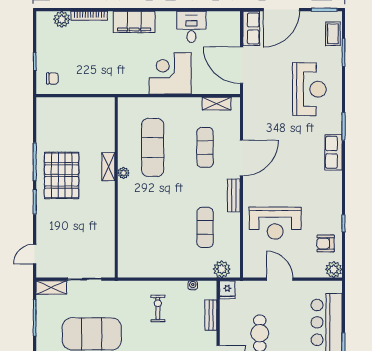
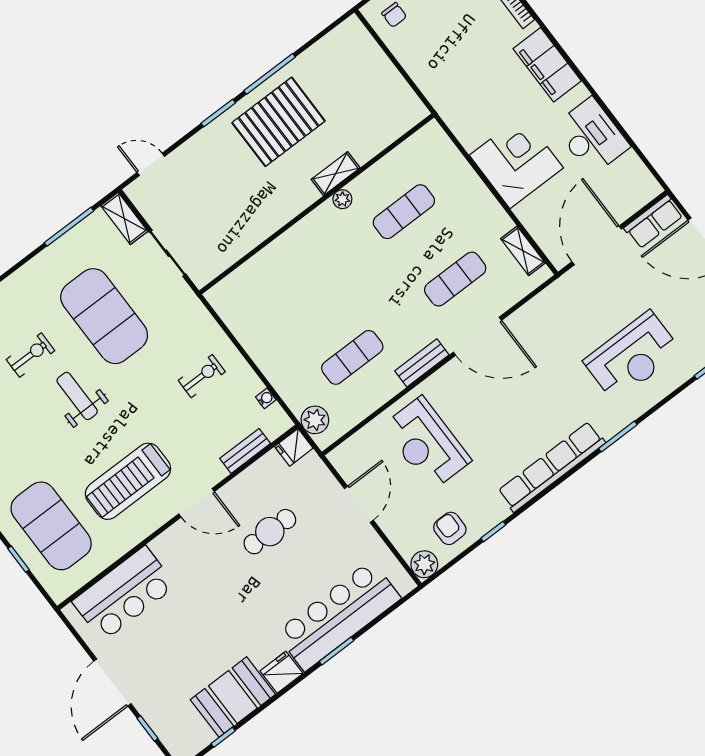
desk: (191, 27) -> (592, 136), width x1.37
exercise mat: (153, 147) -> (404, 212), width x0.73, depth x0.69
row of seats: (333, 152) -> (552, 467), width x2.02

